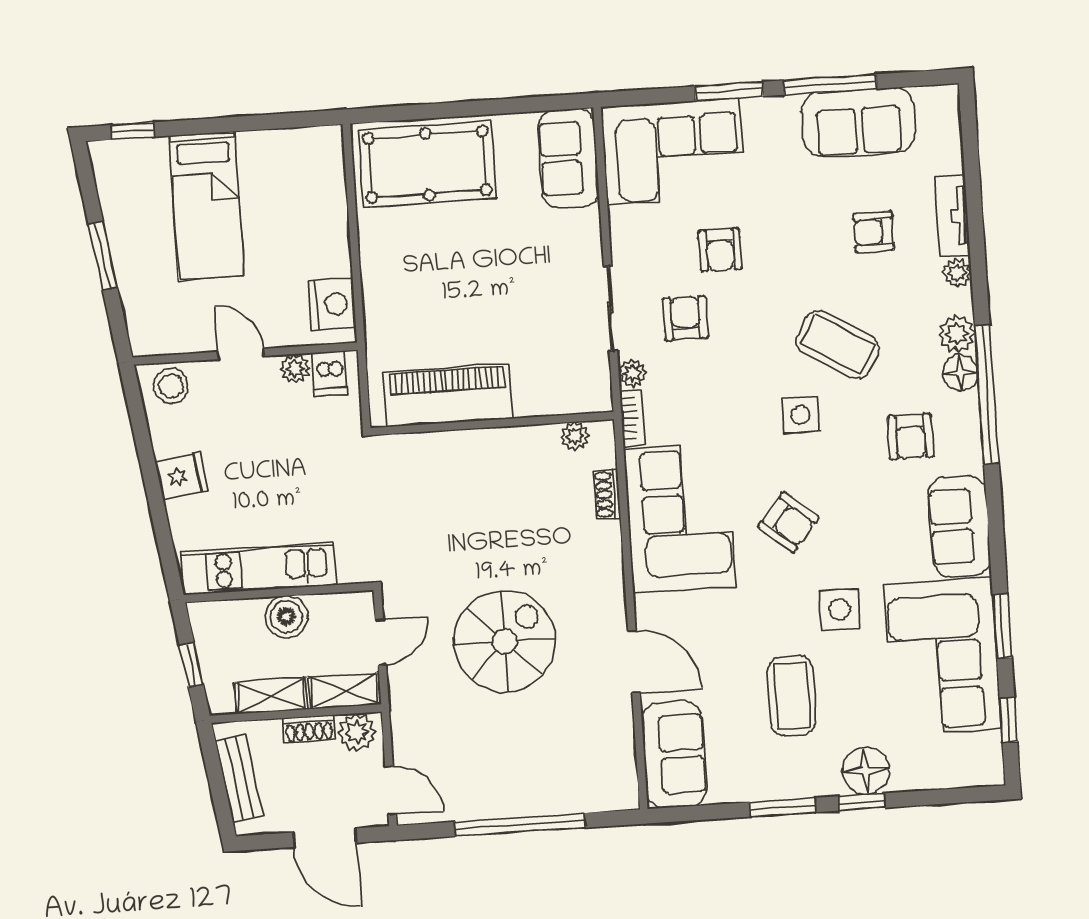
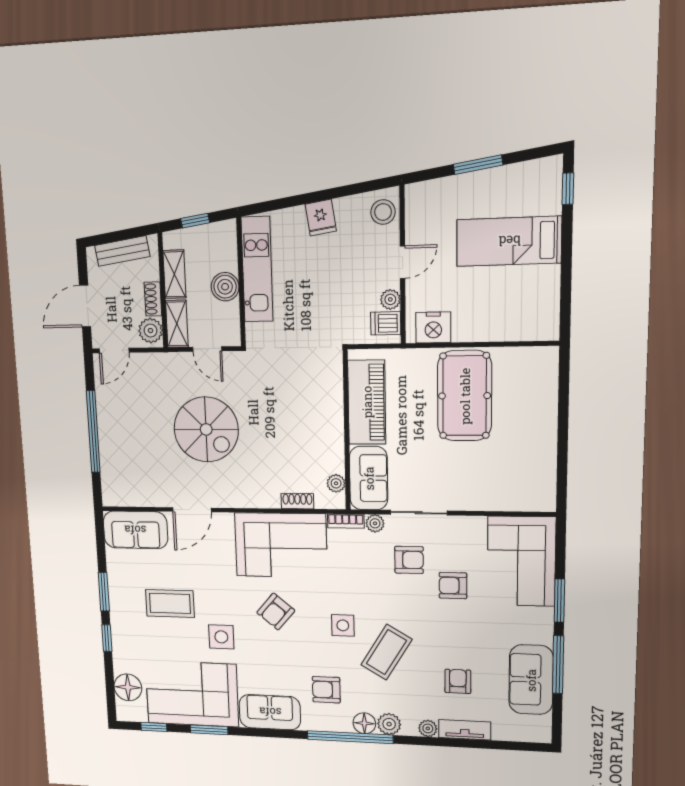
sofa: (568, 158) -> (369, 478), moved, turned 90
pool table: (427, 164) -> (465, 396), moved
floor lamp: (866, 771) -> (128, 687), moved

